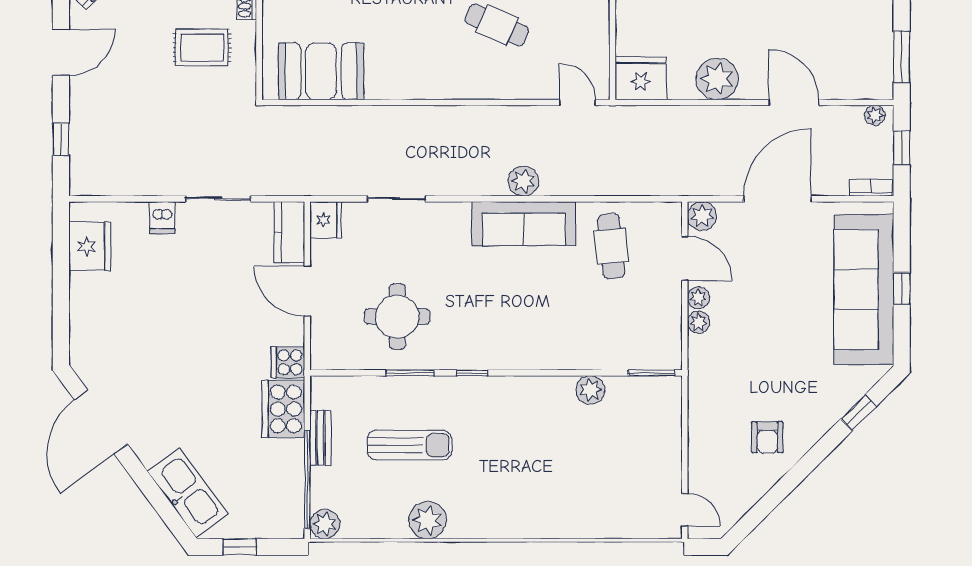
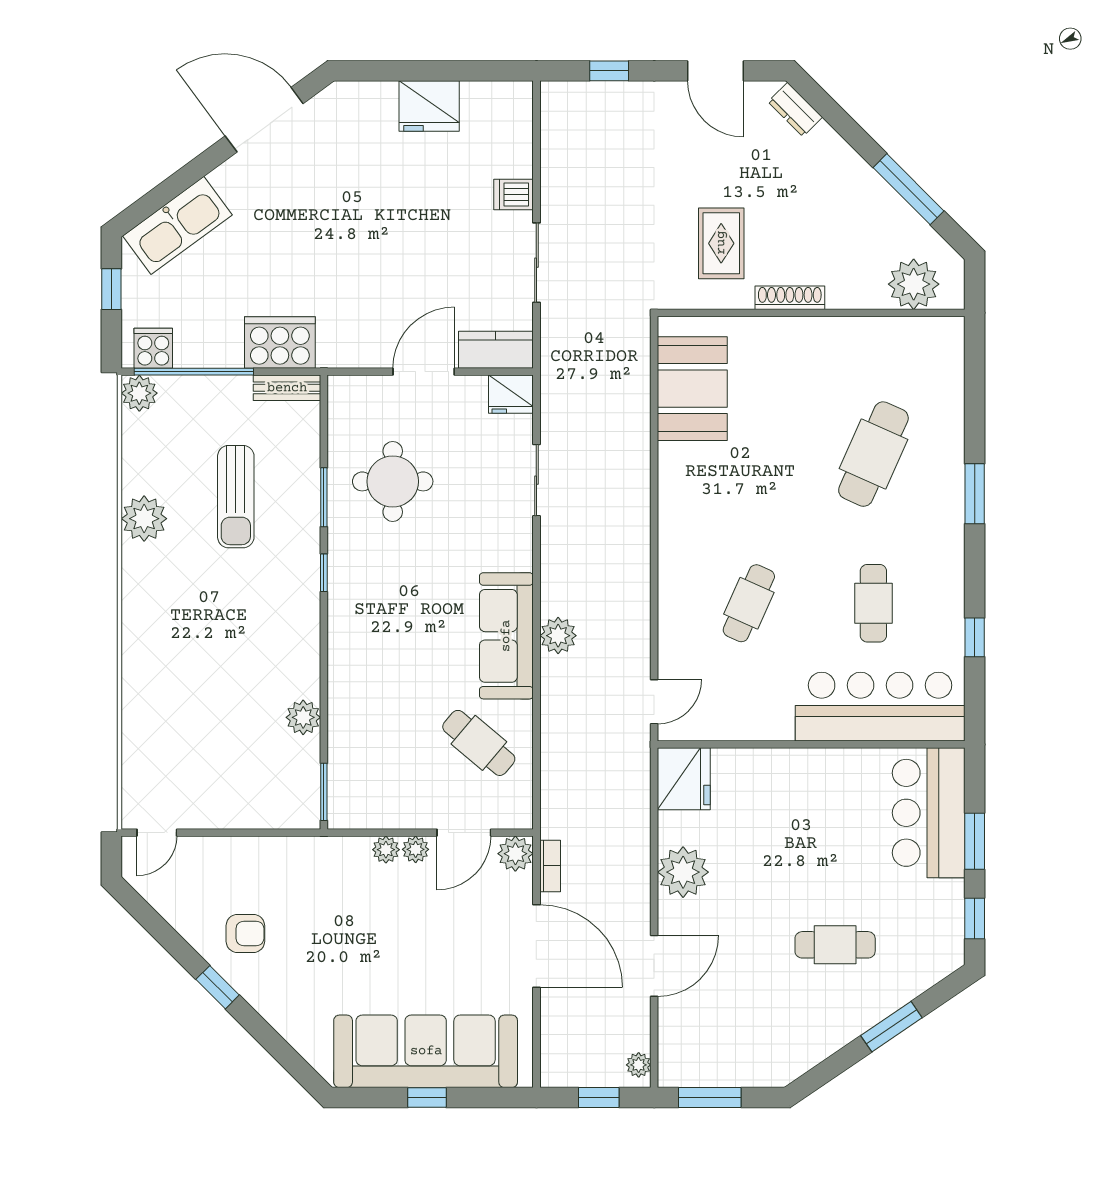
bookcase: (871, 188) -> (550, 866), moved
fridge: (90, 246) -> (429, 106), moved
cafe table: (611, 246) -> (479, 743), turned 46
cooker: (288, 362) -> (153, 348), moved
window: (859, 413) -> (218, 987), moved
armchair: (767, 437) -> (245, 933), turned 180
bench: (320, 438) -> (287, 388), moved

